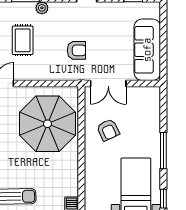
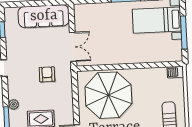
armchair: (108, 130) -> (111, 45), removed

